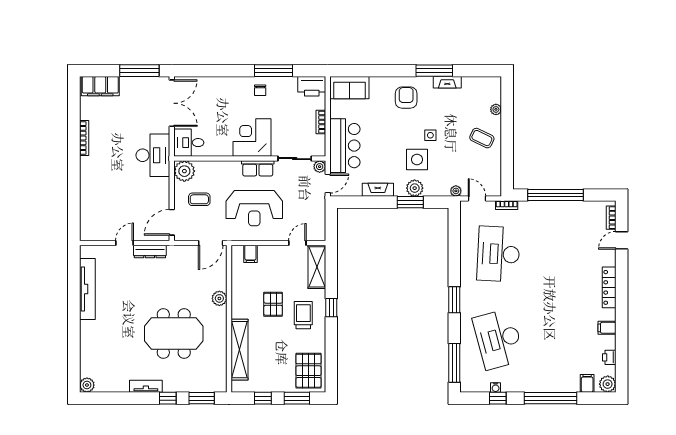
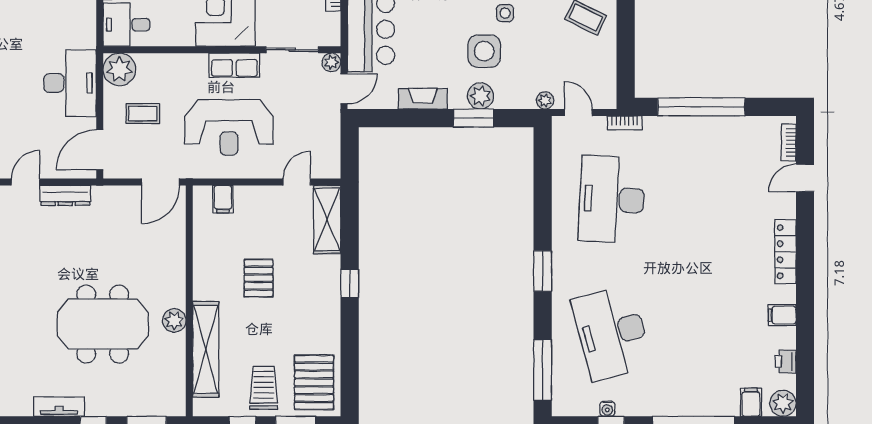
desk: (153, 155) -> (70, 83), moved
plant: (219, 298) -> (174, 320), moved
trolley: (303, 315) -> (264, 388), moved

